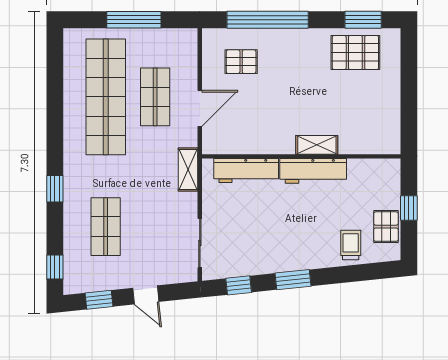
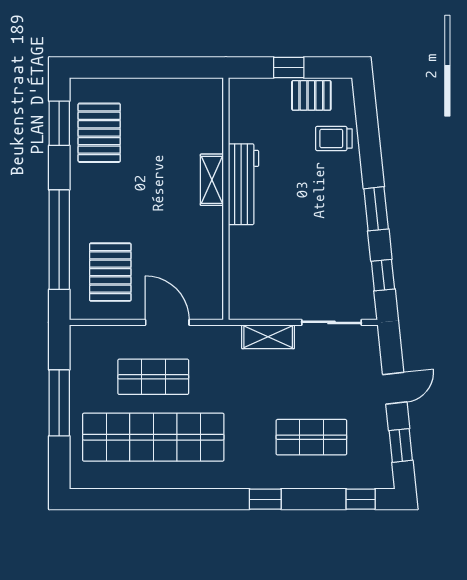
pallet: (241, 62) -> (110, 272), width x1.50, depth x1.42
shelving: (188, 169) -> (268, 337), moved
workbench: (246, 171) -> (243, 266), removed

